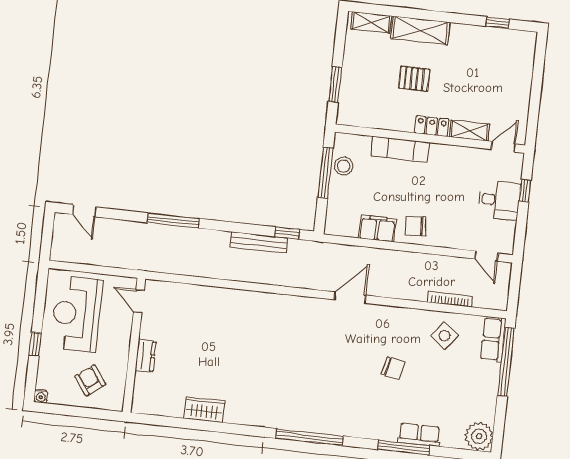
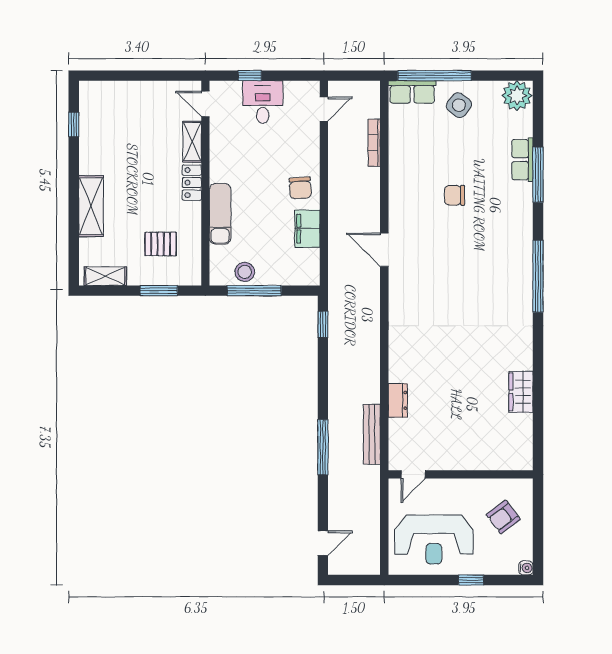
shelving: (371, 22) -> (105, 276), moved, turned 90
pallet: (414, 79) -> (161, 244), moved, turned 90
bench: (259, 243) -> (372, 434), moved
side table: (445, 336) -> (459, 105), moved
dresser: (146, 356) -> (398, 400), moved, turned 90
chair: (393, 368) -> (455, 195), turned -103

